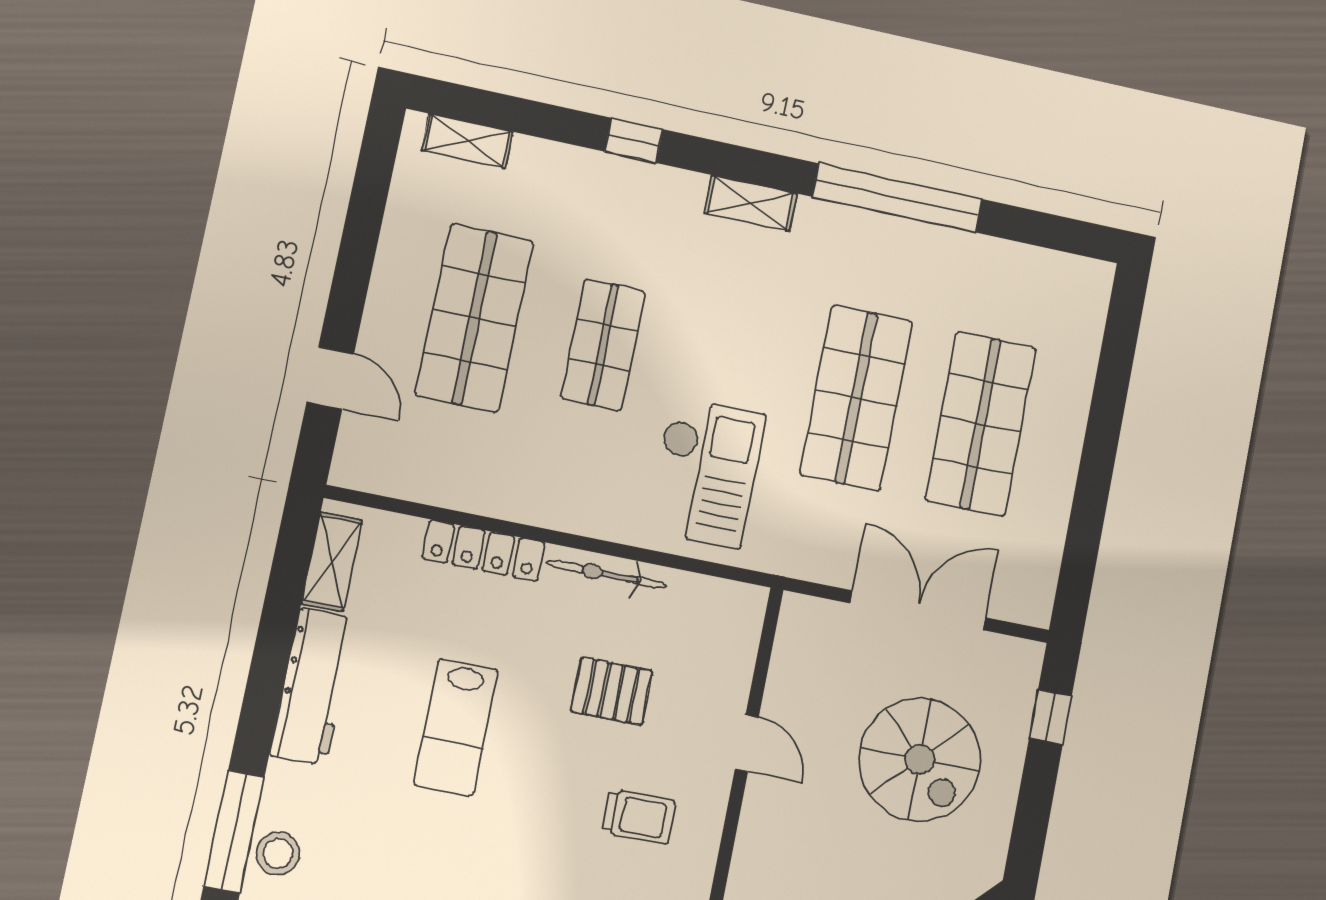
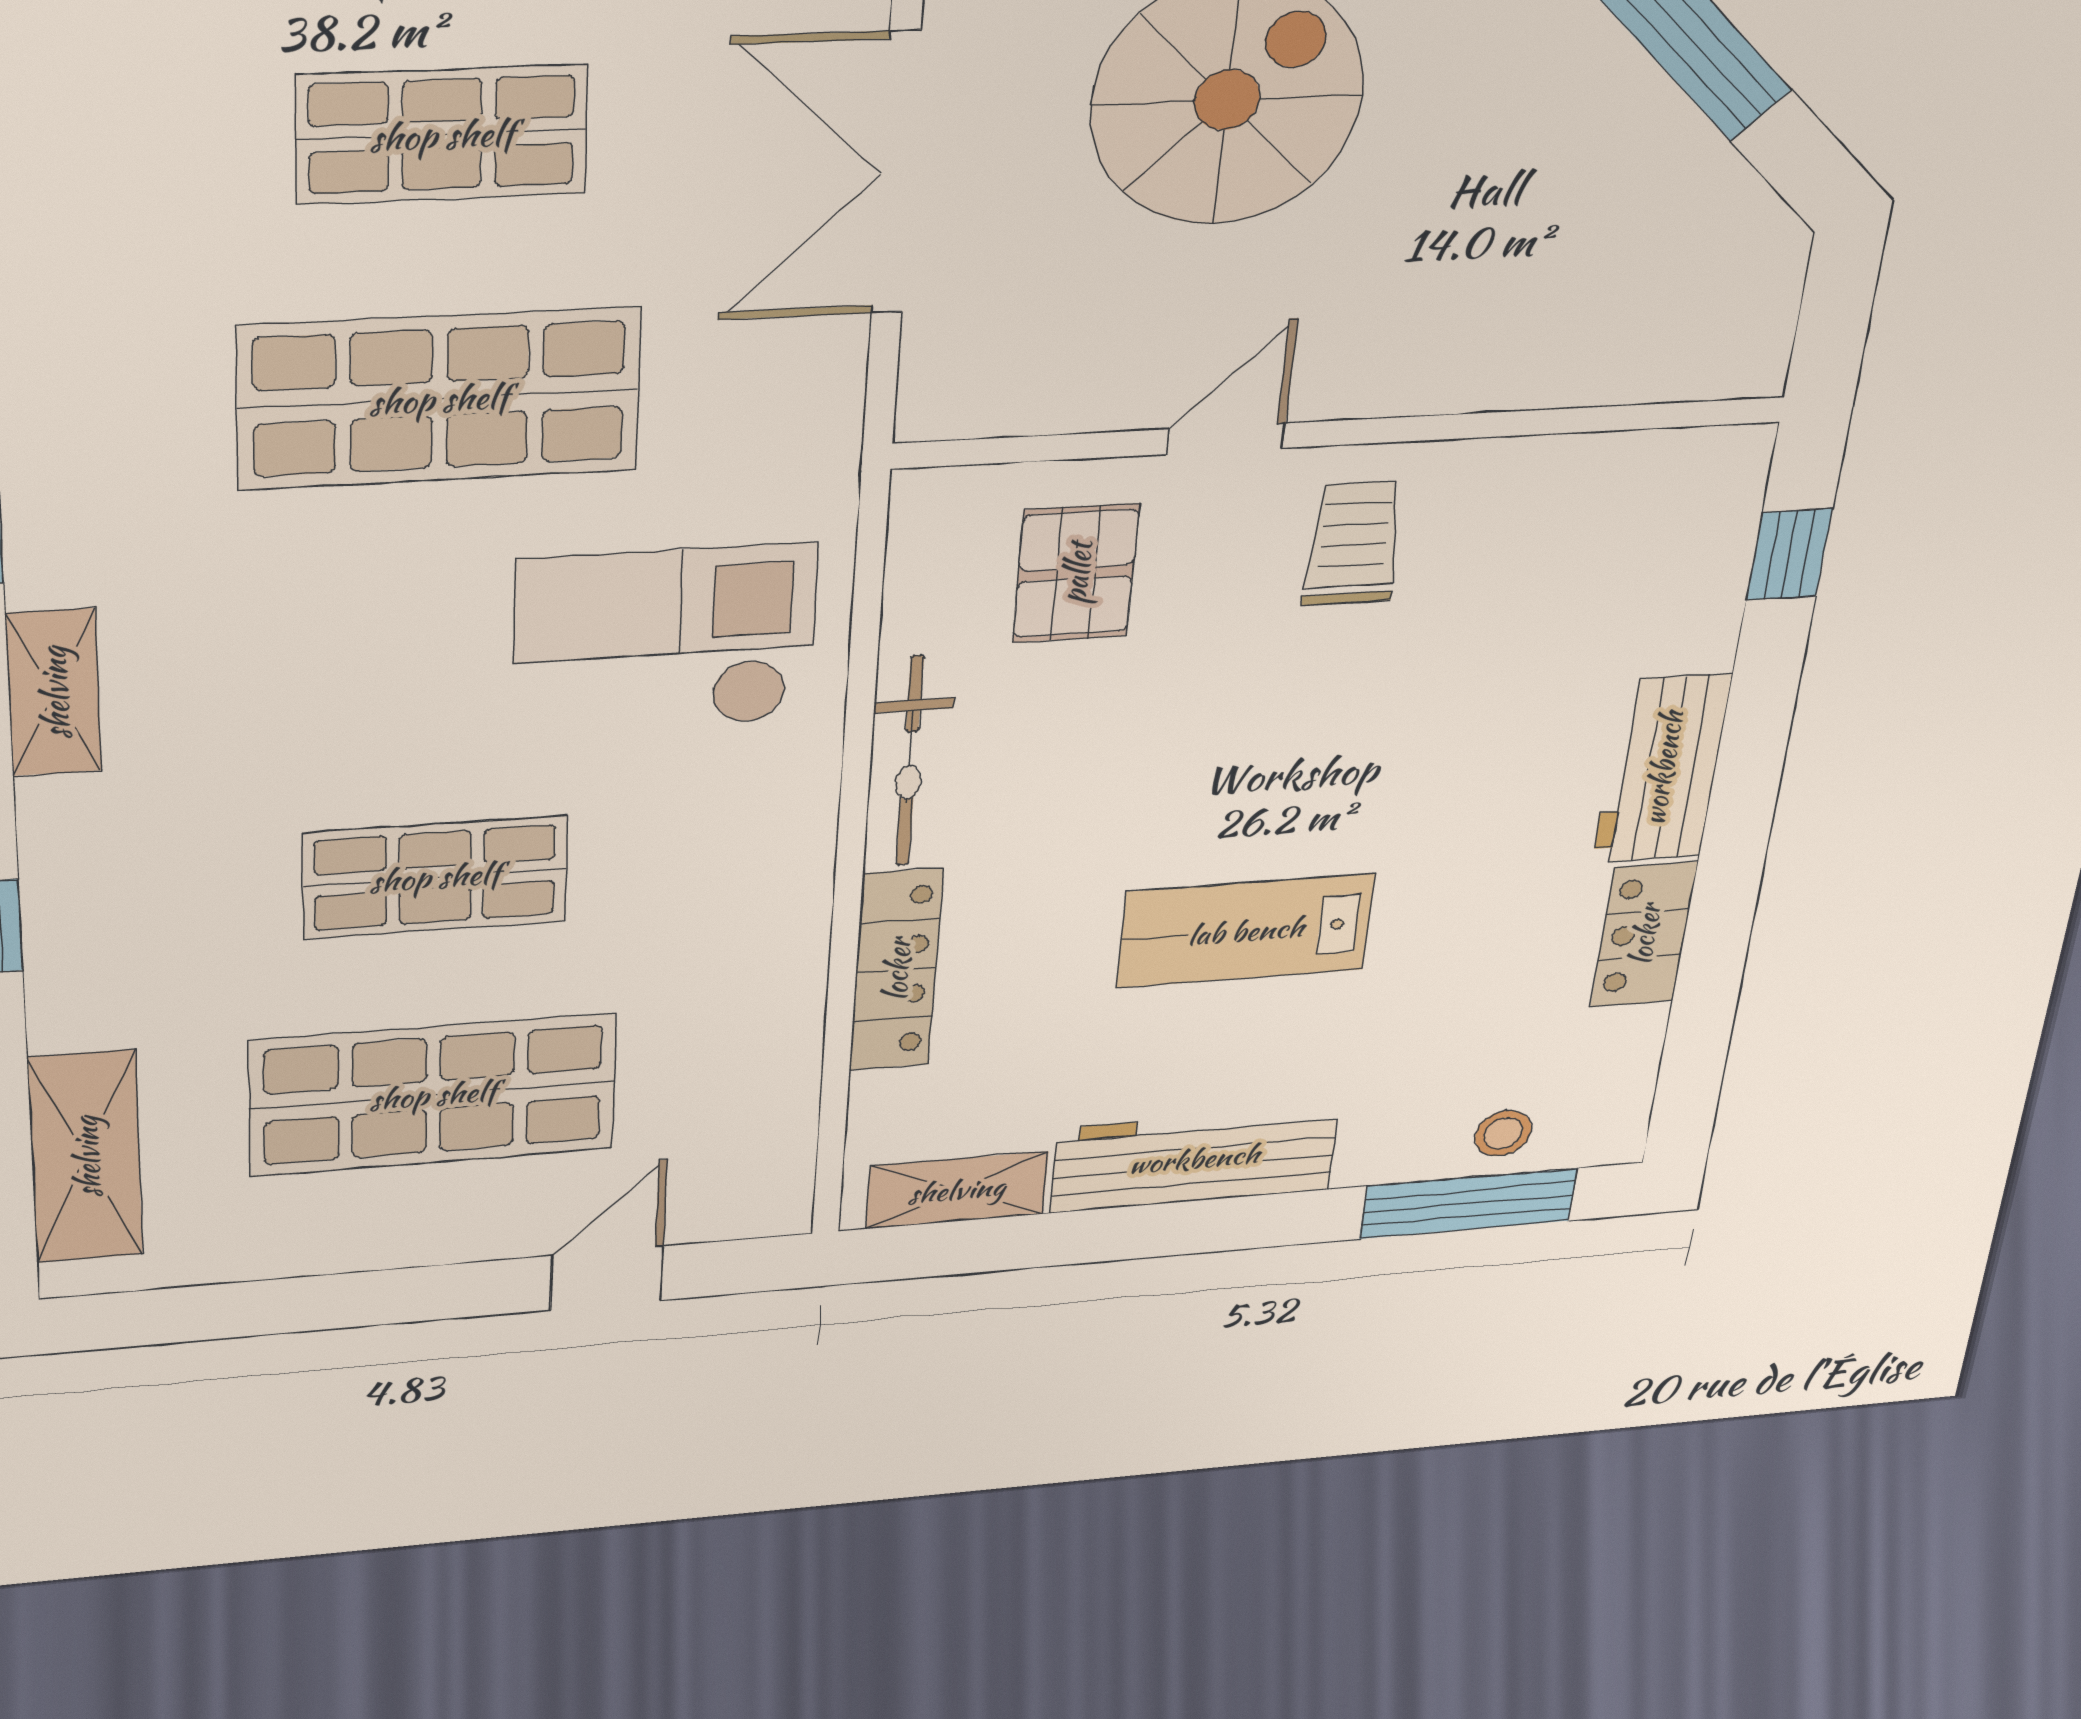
shelving: (467, 141) -> (86, 1157), width x1.50, depth x1.33
shop shelf: (981, 424) -> (442, 135), width x0.70, depth x0.74
pallet: (612, 691) -> (1076, 573), moved
lab bench: (456, 727) -> (1246, 931), turned 180
trolley: (638, 817) -> (1354, 543), moved
stool: (278, 853) -> (1503, 1133), width x0.73, depth x0.73

